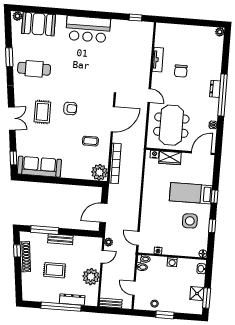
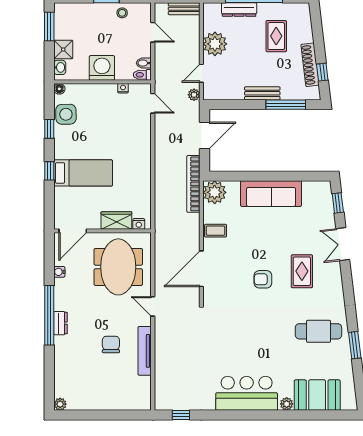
plant: (18, 16) -> (287, 404), moved
tv unit: (158, 60) -> (145, 351), width x1.41
double door: (12, 118) -> (343, 244), moved
coffee table: (90, 141) -> (215, 231), moved
bookcase: (115, 163) -> (193, 184), moved
sofa: (39, 167) -> (271, 194), moved
side table: (190, 221) -> (66, 114), moved
washing machine: (172, 262) -> (102, 68), width x1.89, depth x1.89
rug: (55, 270) -> (276, 36), moved, turned 90
shower: (197, 294) -> (63, 49), moved

